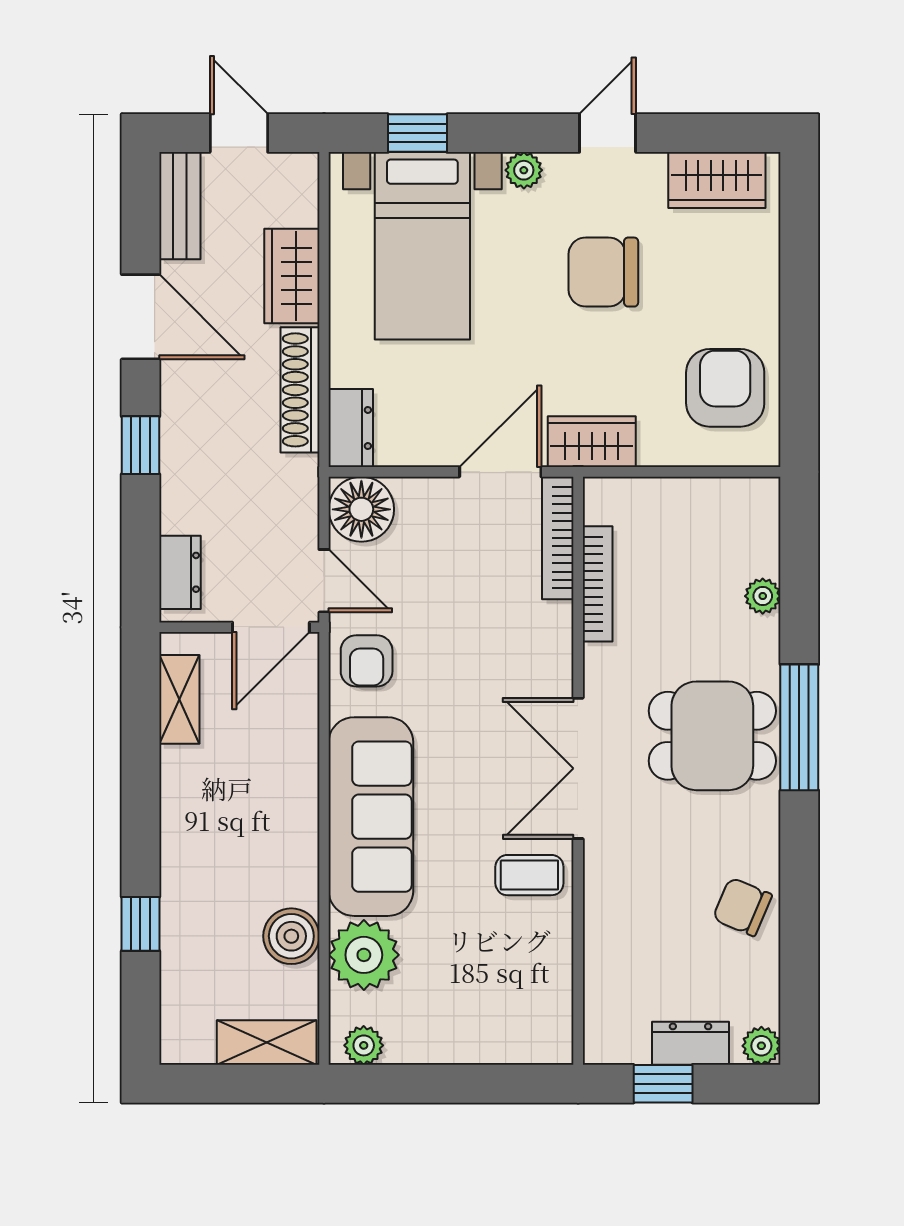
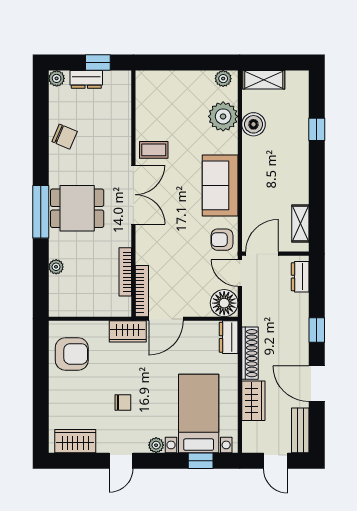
chair: (603, 272) -> (123, 403), width x0.54, depth x0.54
armchair: (725, 388) -> (72, 354), turned -90
armchair: (367, 661) -> (222, 240), turned -90
sofa: (371, 817) -> (220, 185), width x0.73

